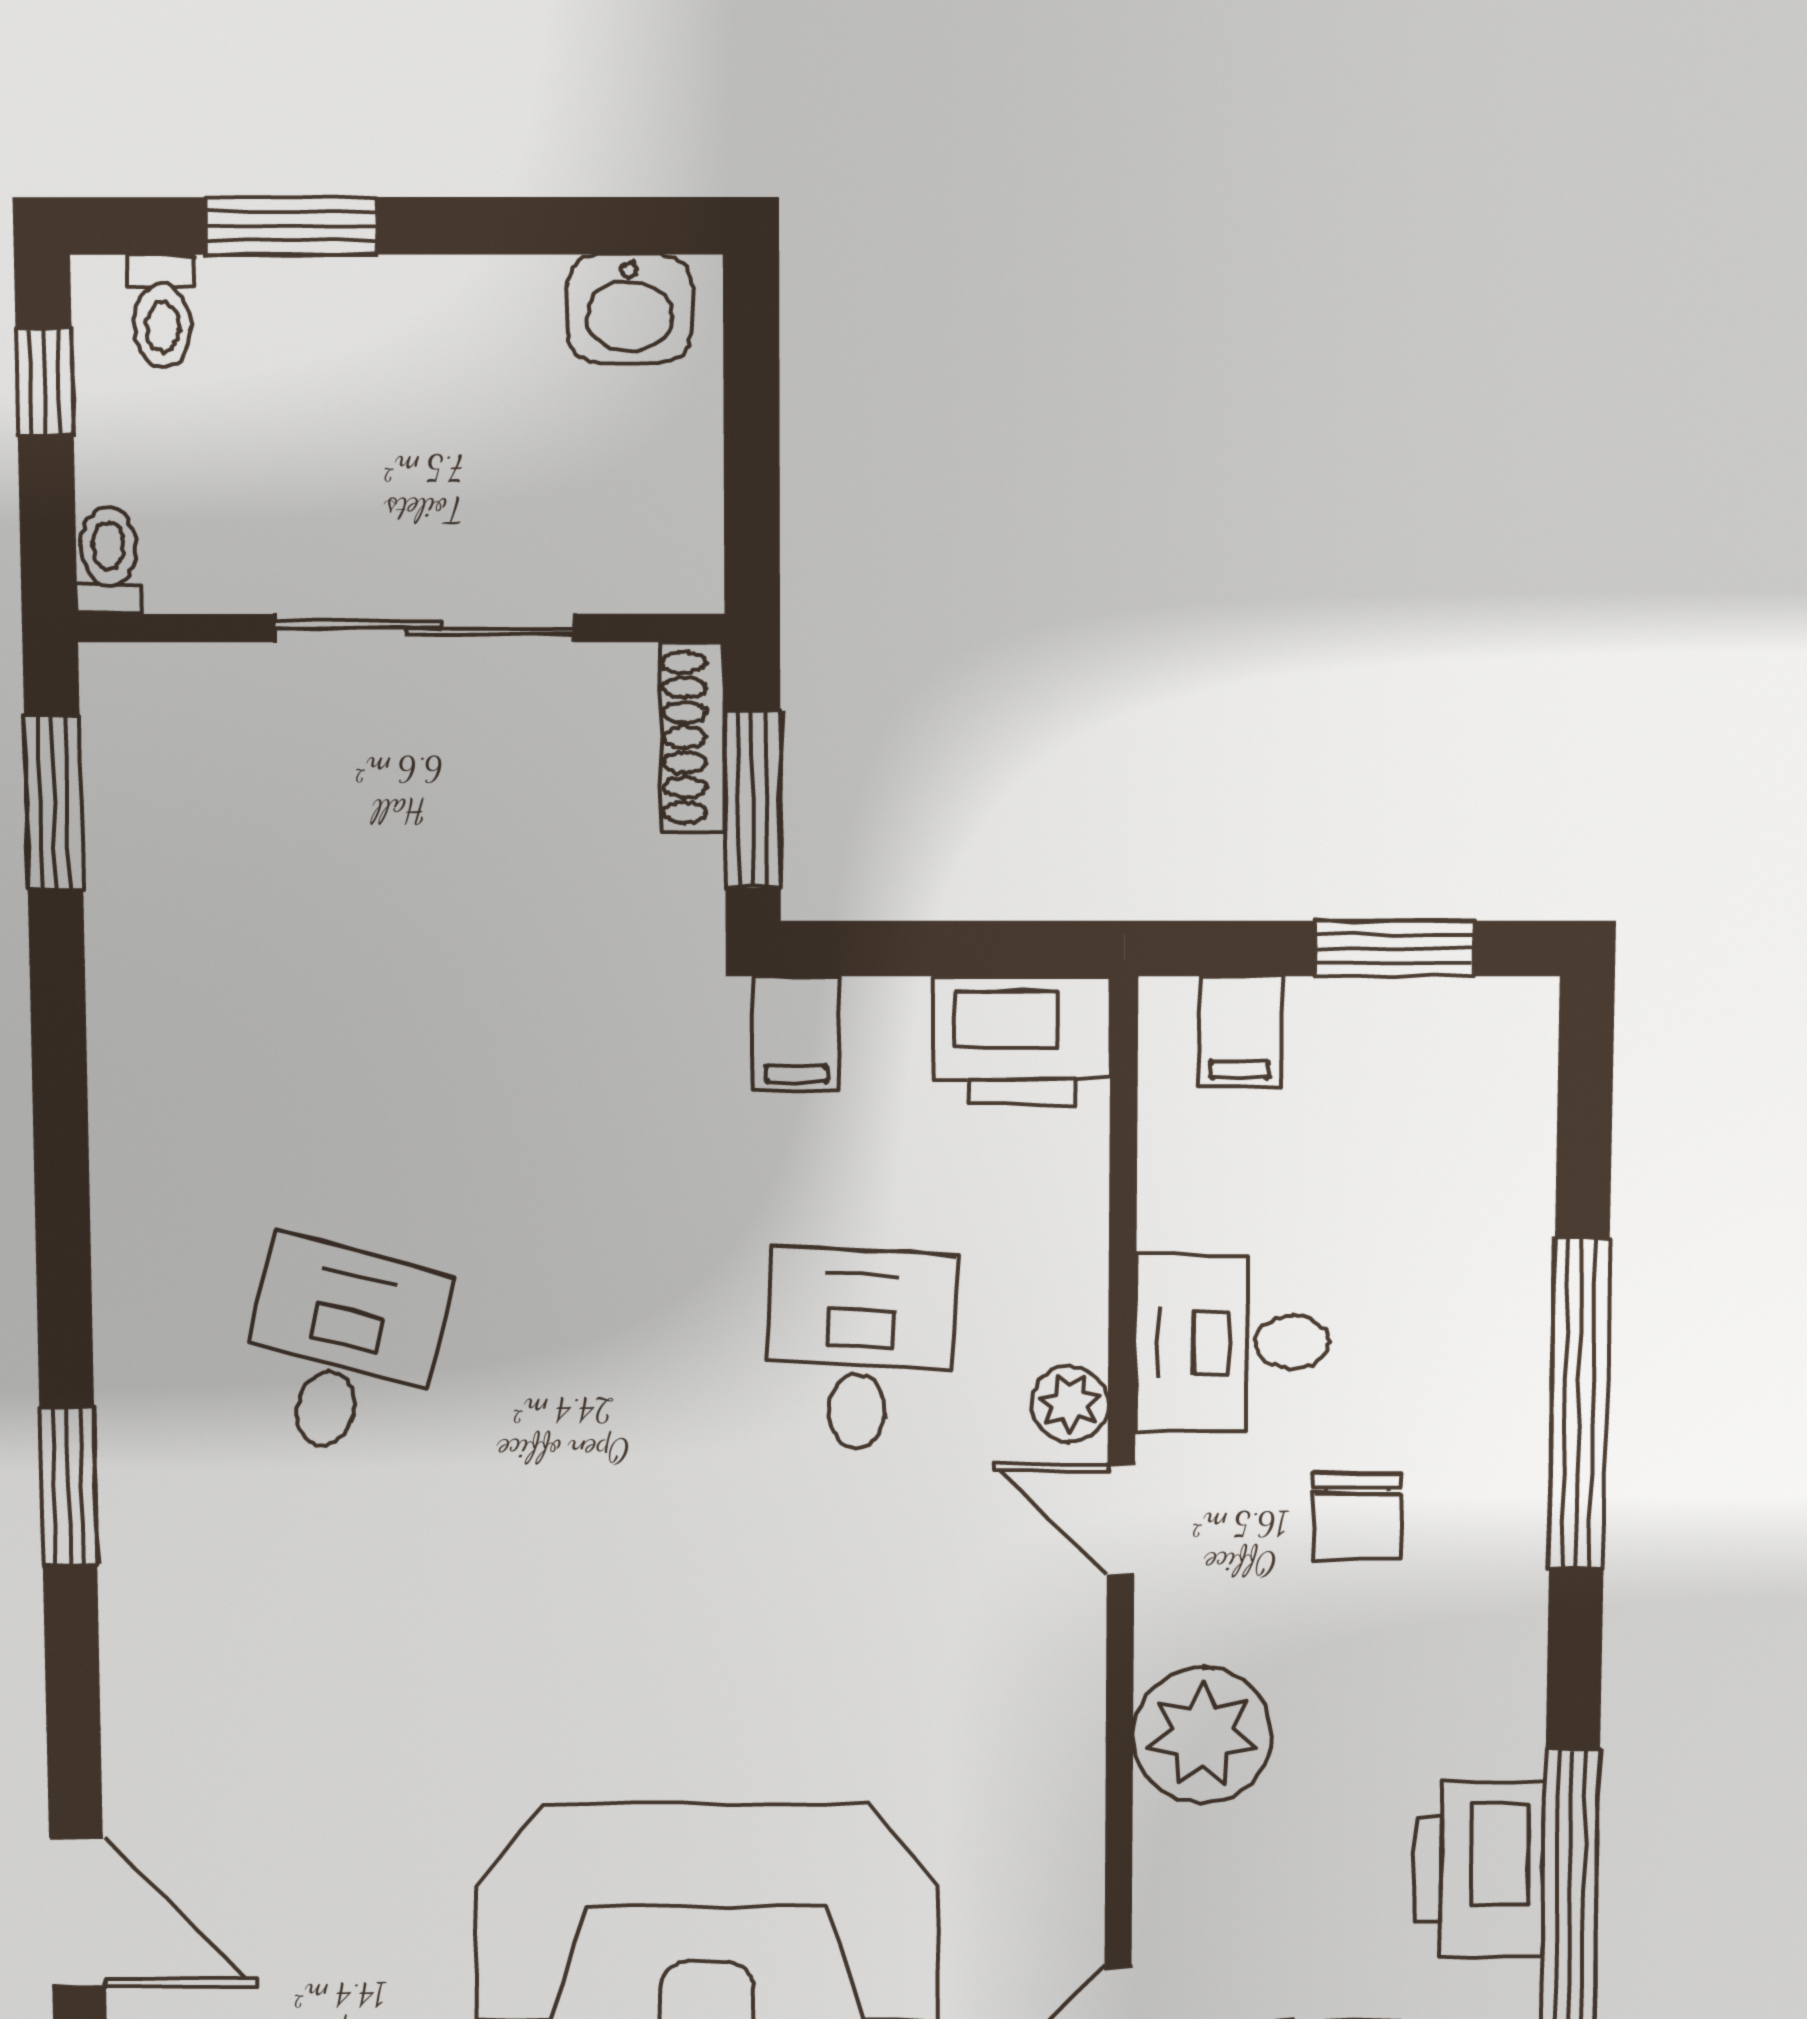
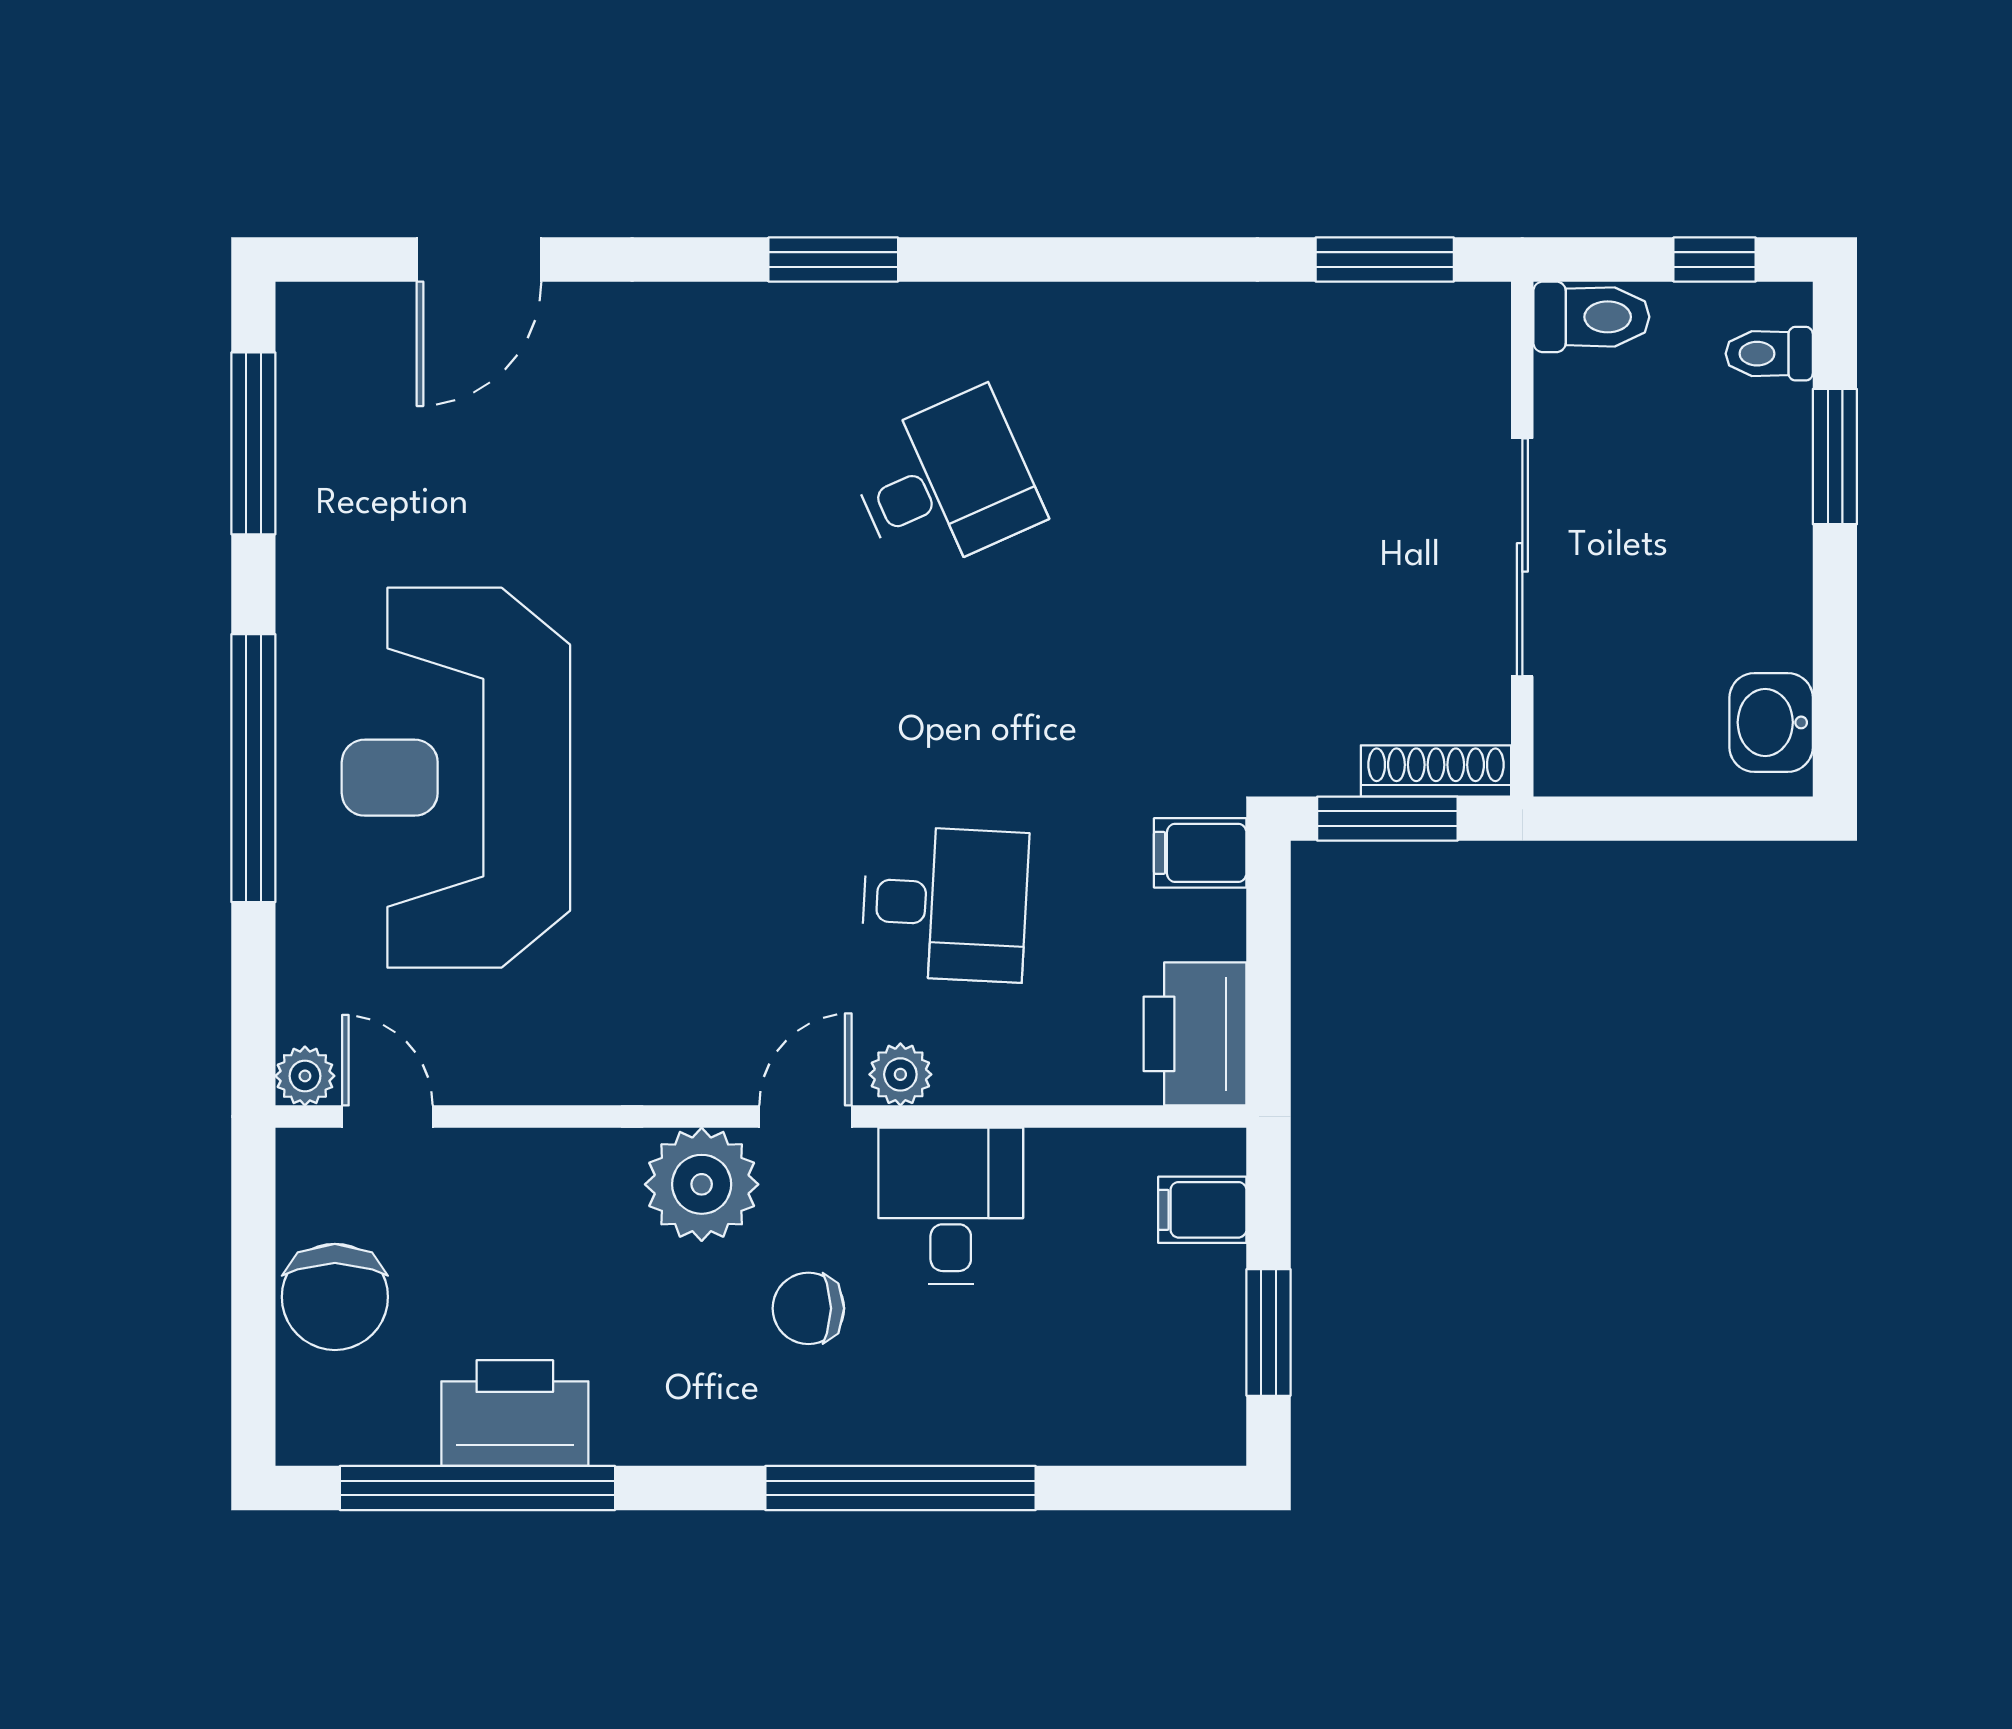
toilet: (109, 561) -> (1591, 317), width x1.37, depth x1.39
desk: (341, 1349) -> (945, 483), turned -39
plant: (1202, 1736) -> (702, 1184), moved

